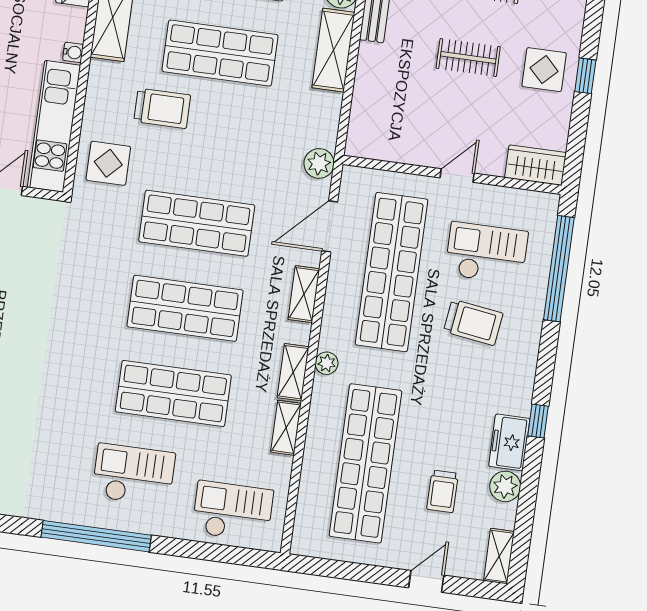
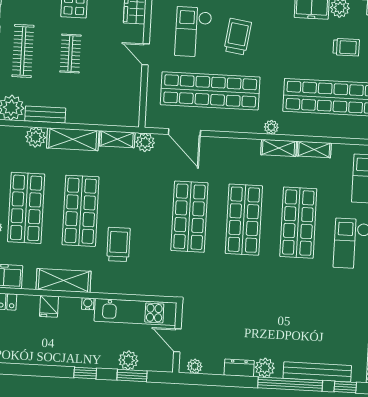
display table: (108, 163) -> (156, 276), removed
shelving: (304, 294) -> (117, 139), moved

